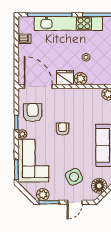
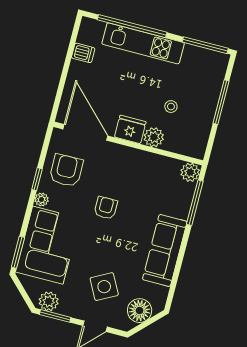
kitchen unit: (68, 23) -> (143, 43), width x0.73

